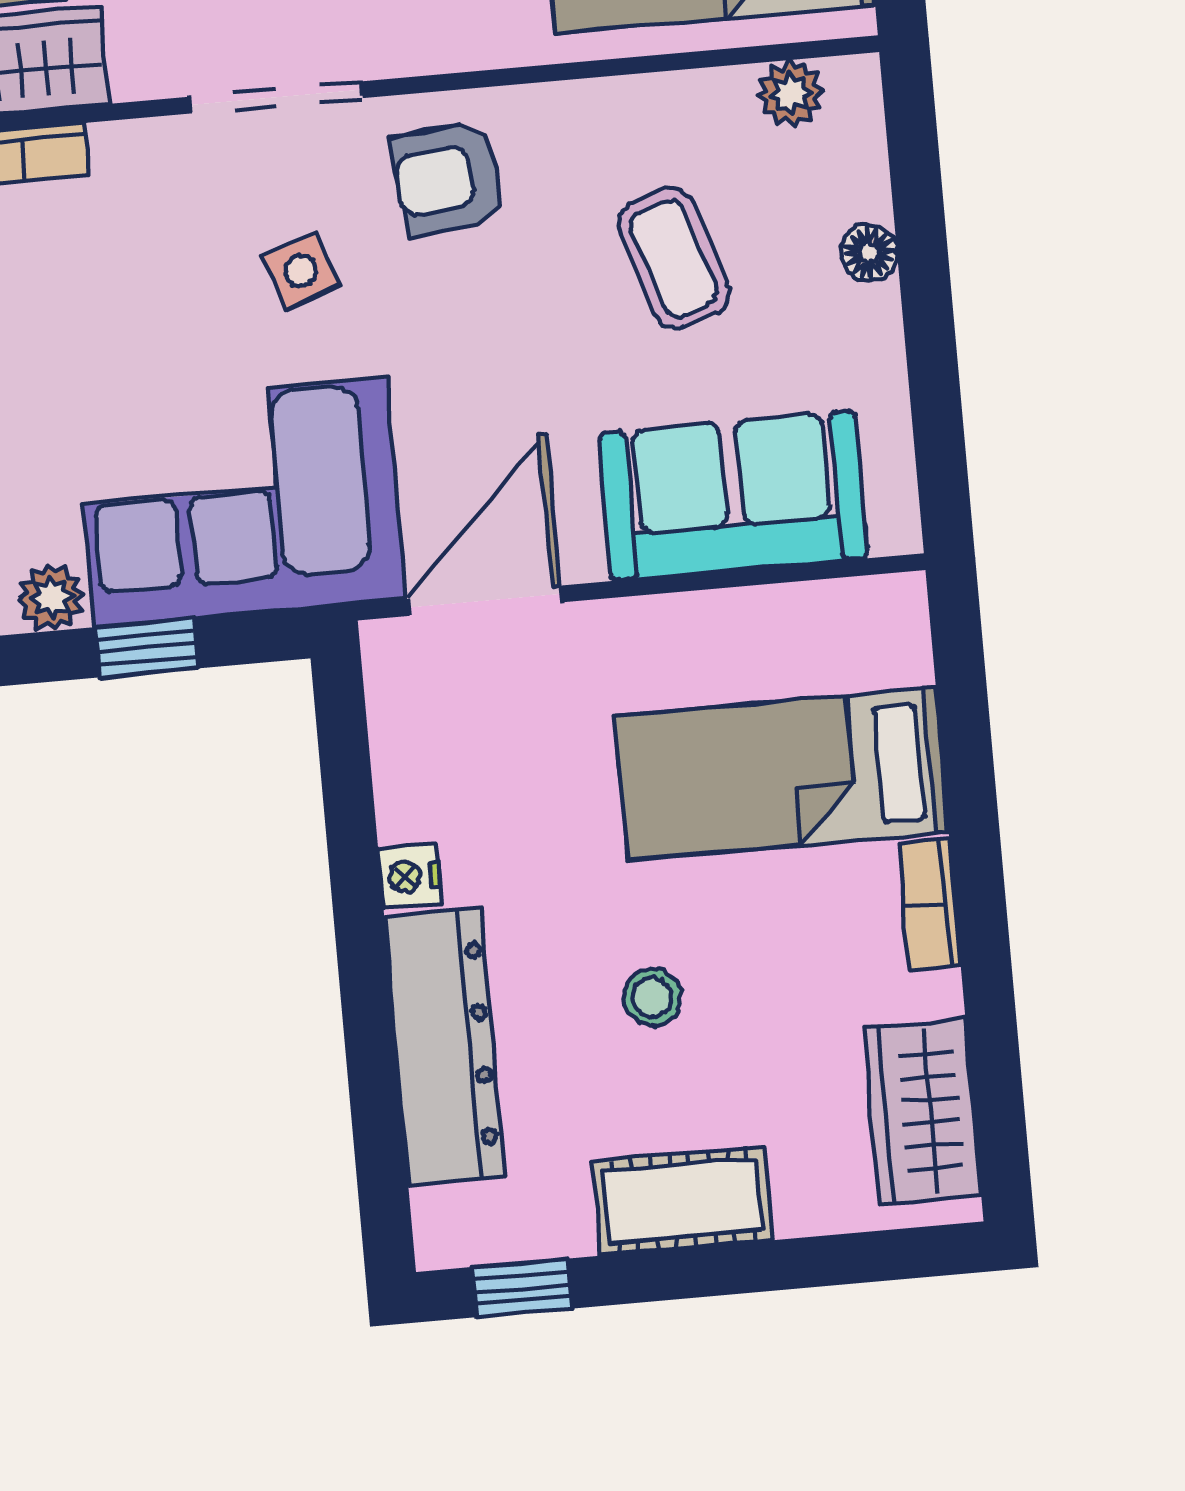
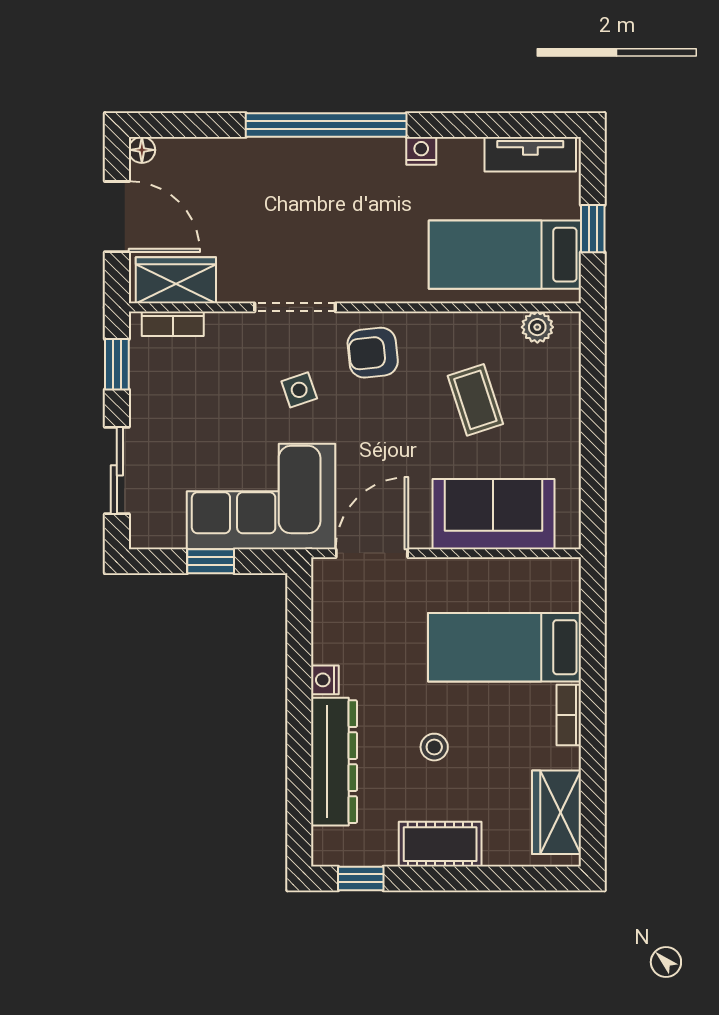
floor lamp: (869, 252) -> (568, 405), removed
plant: (51, 597) -> (168, 533), removed

